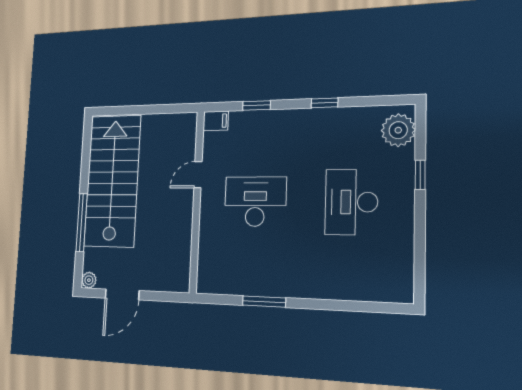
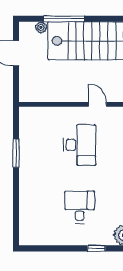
desk: (351, 202) -> (80, 207), width x0.73
plant: (89, 280) -> (41, 27), moved

